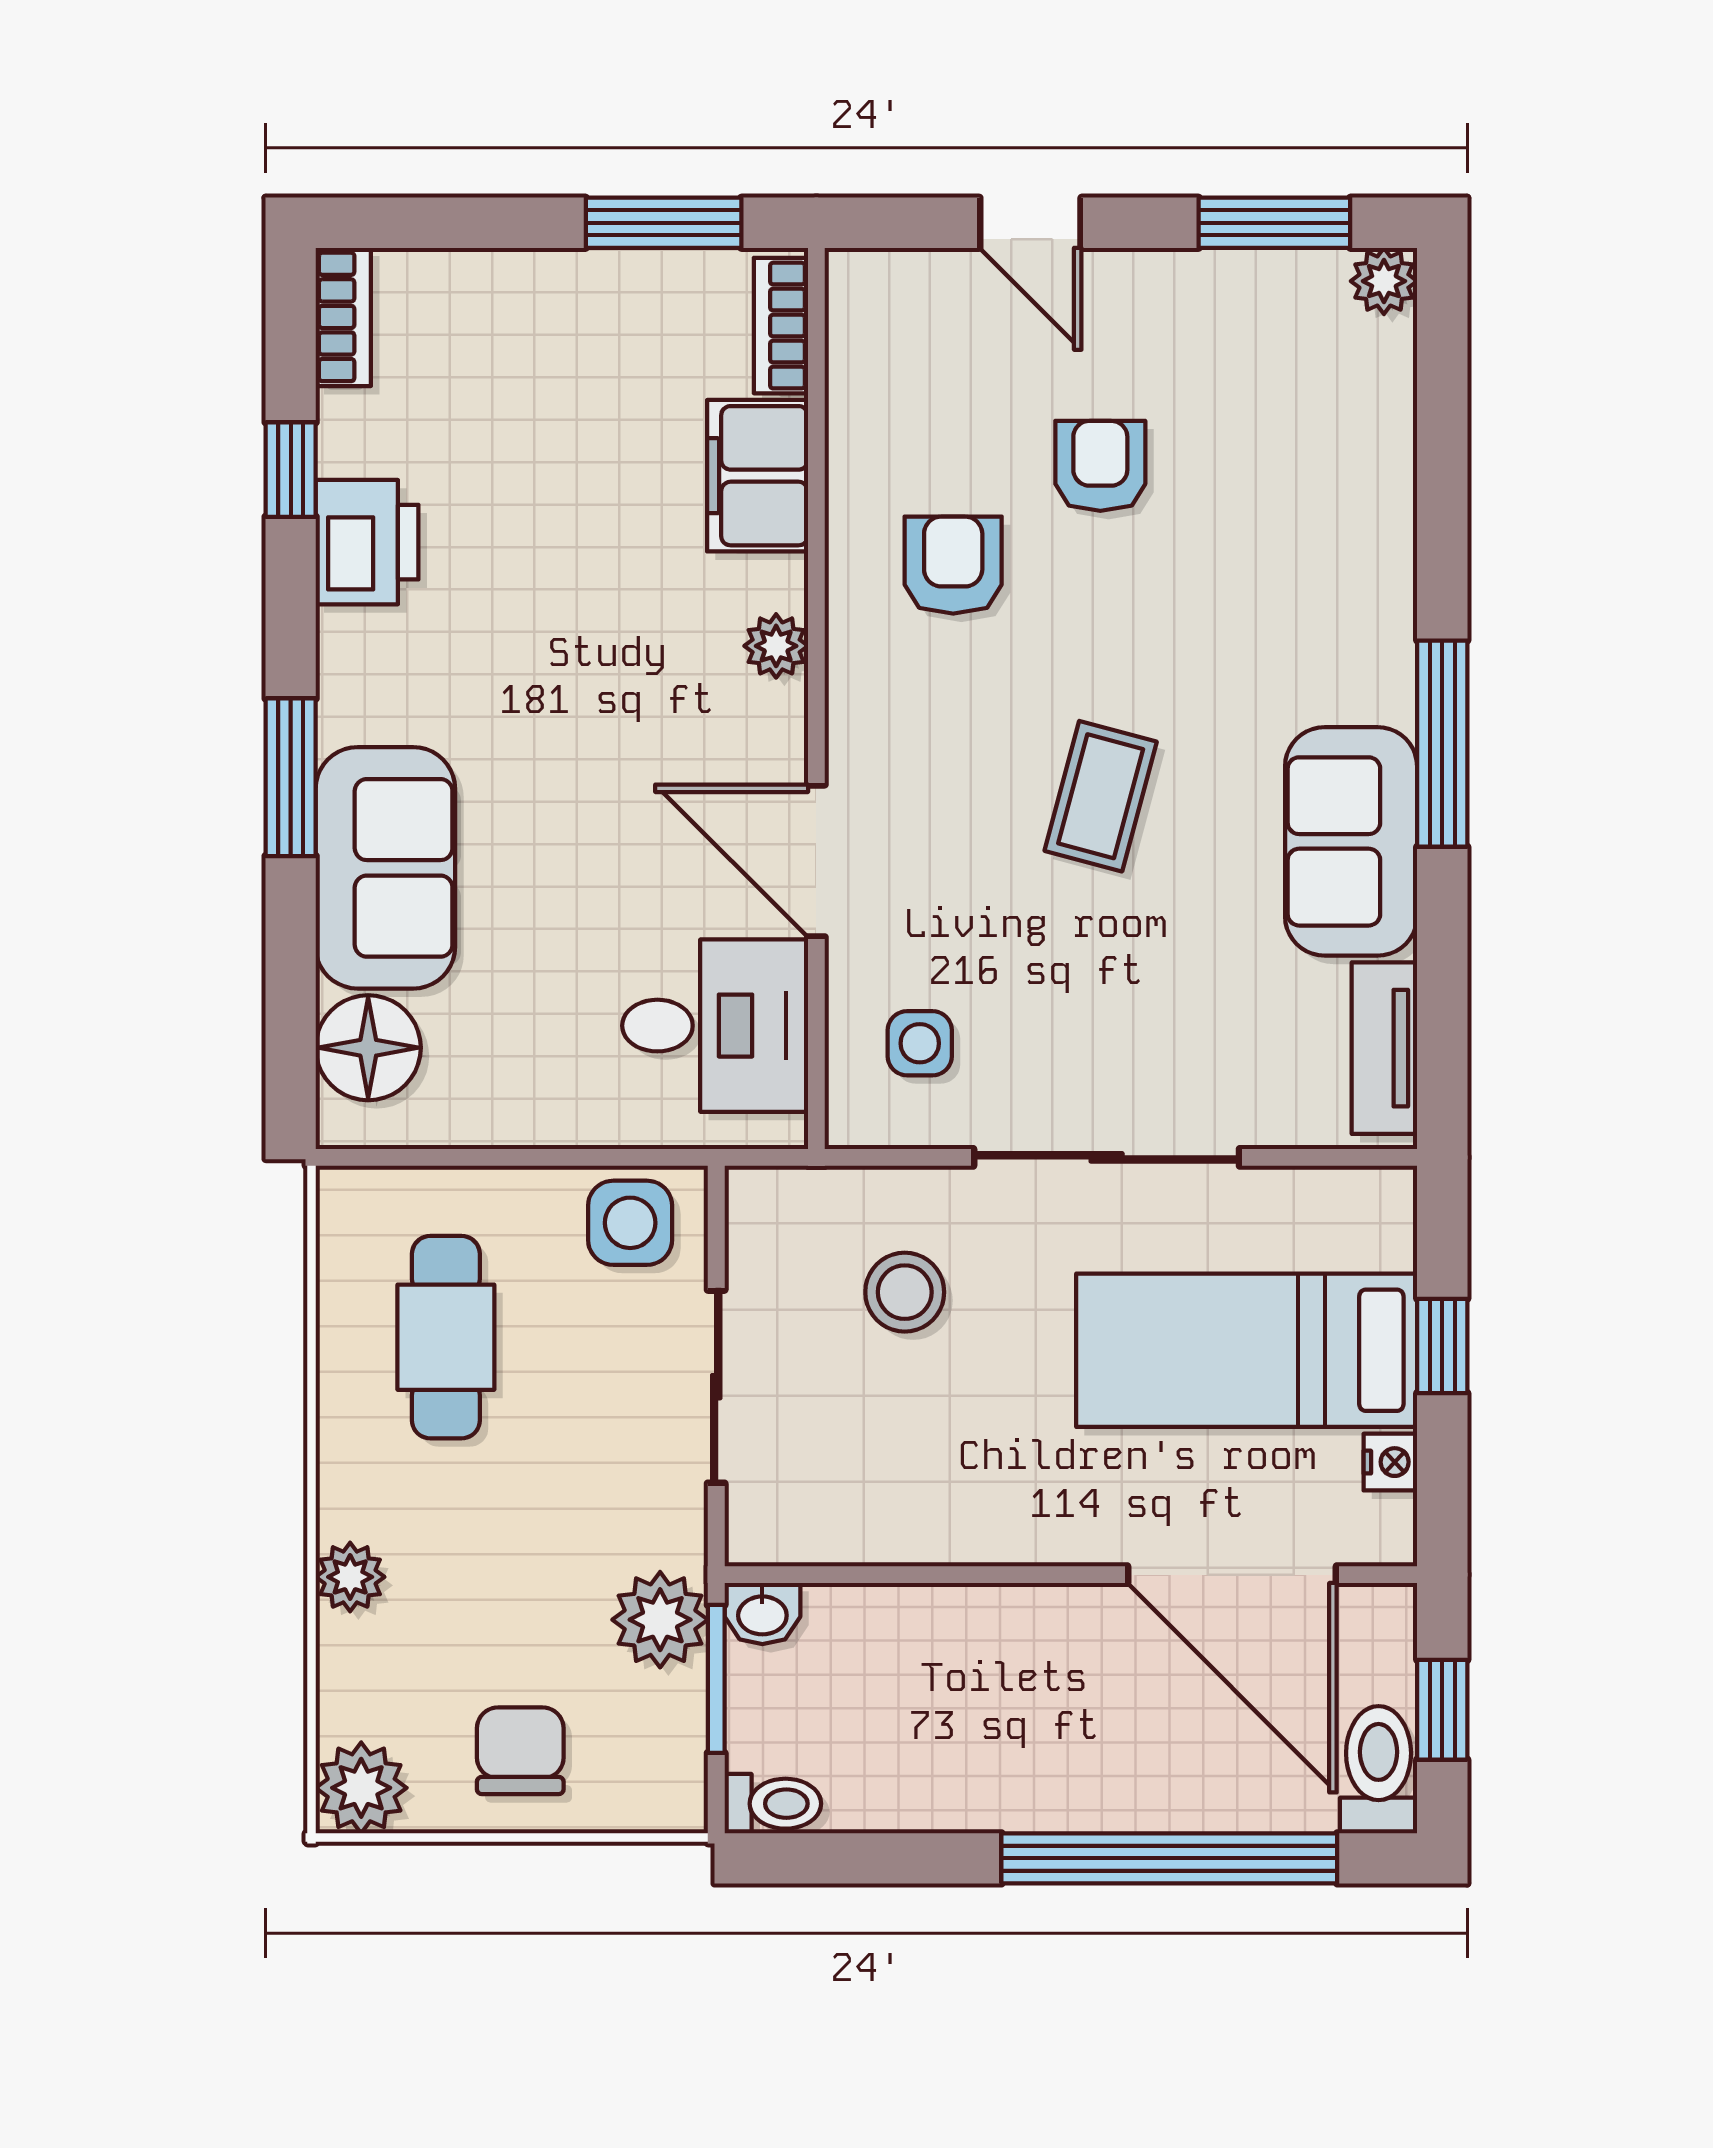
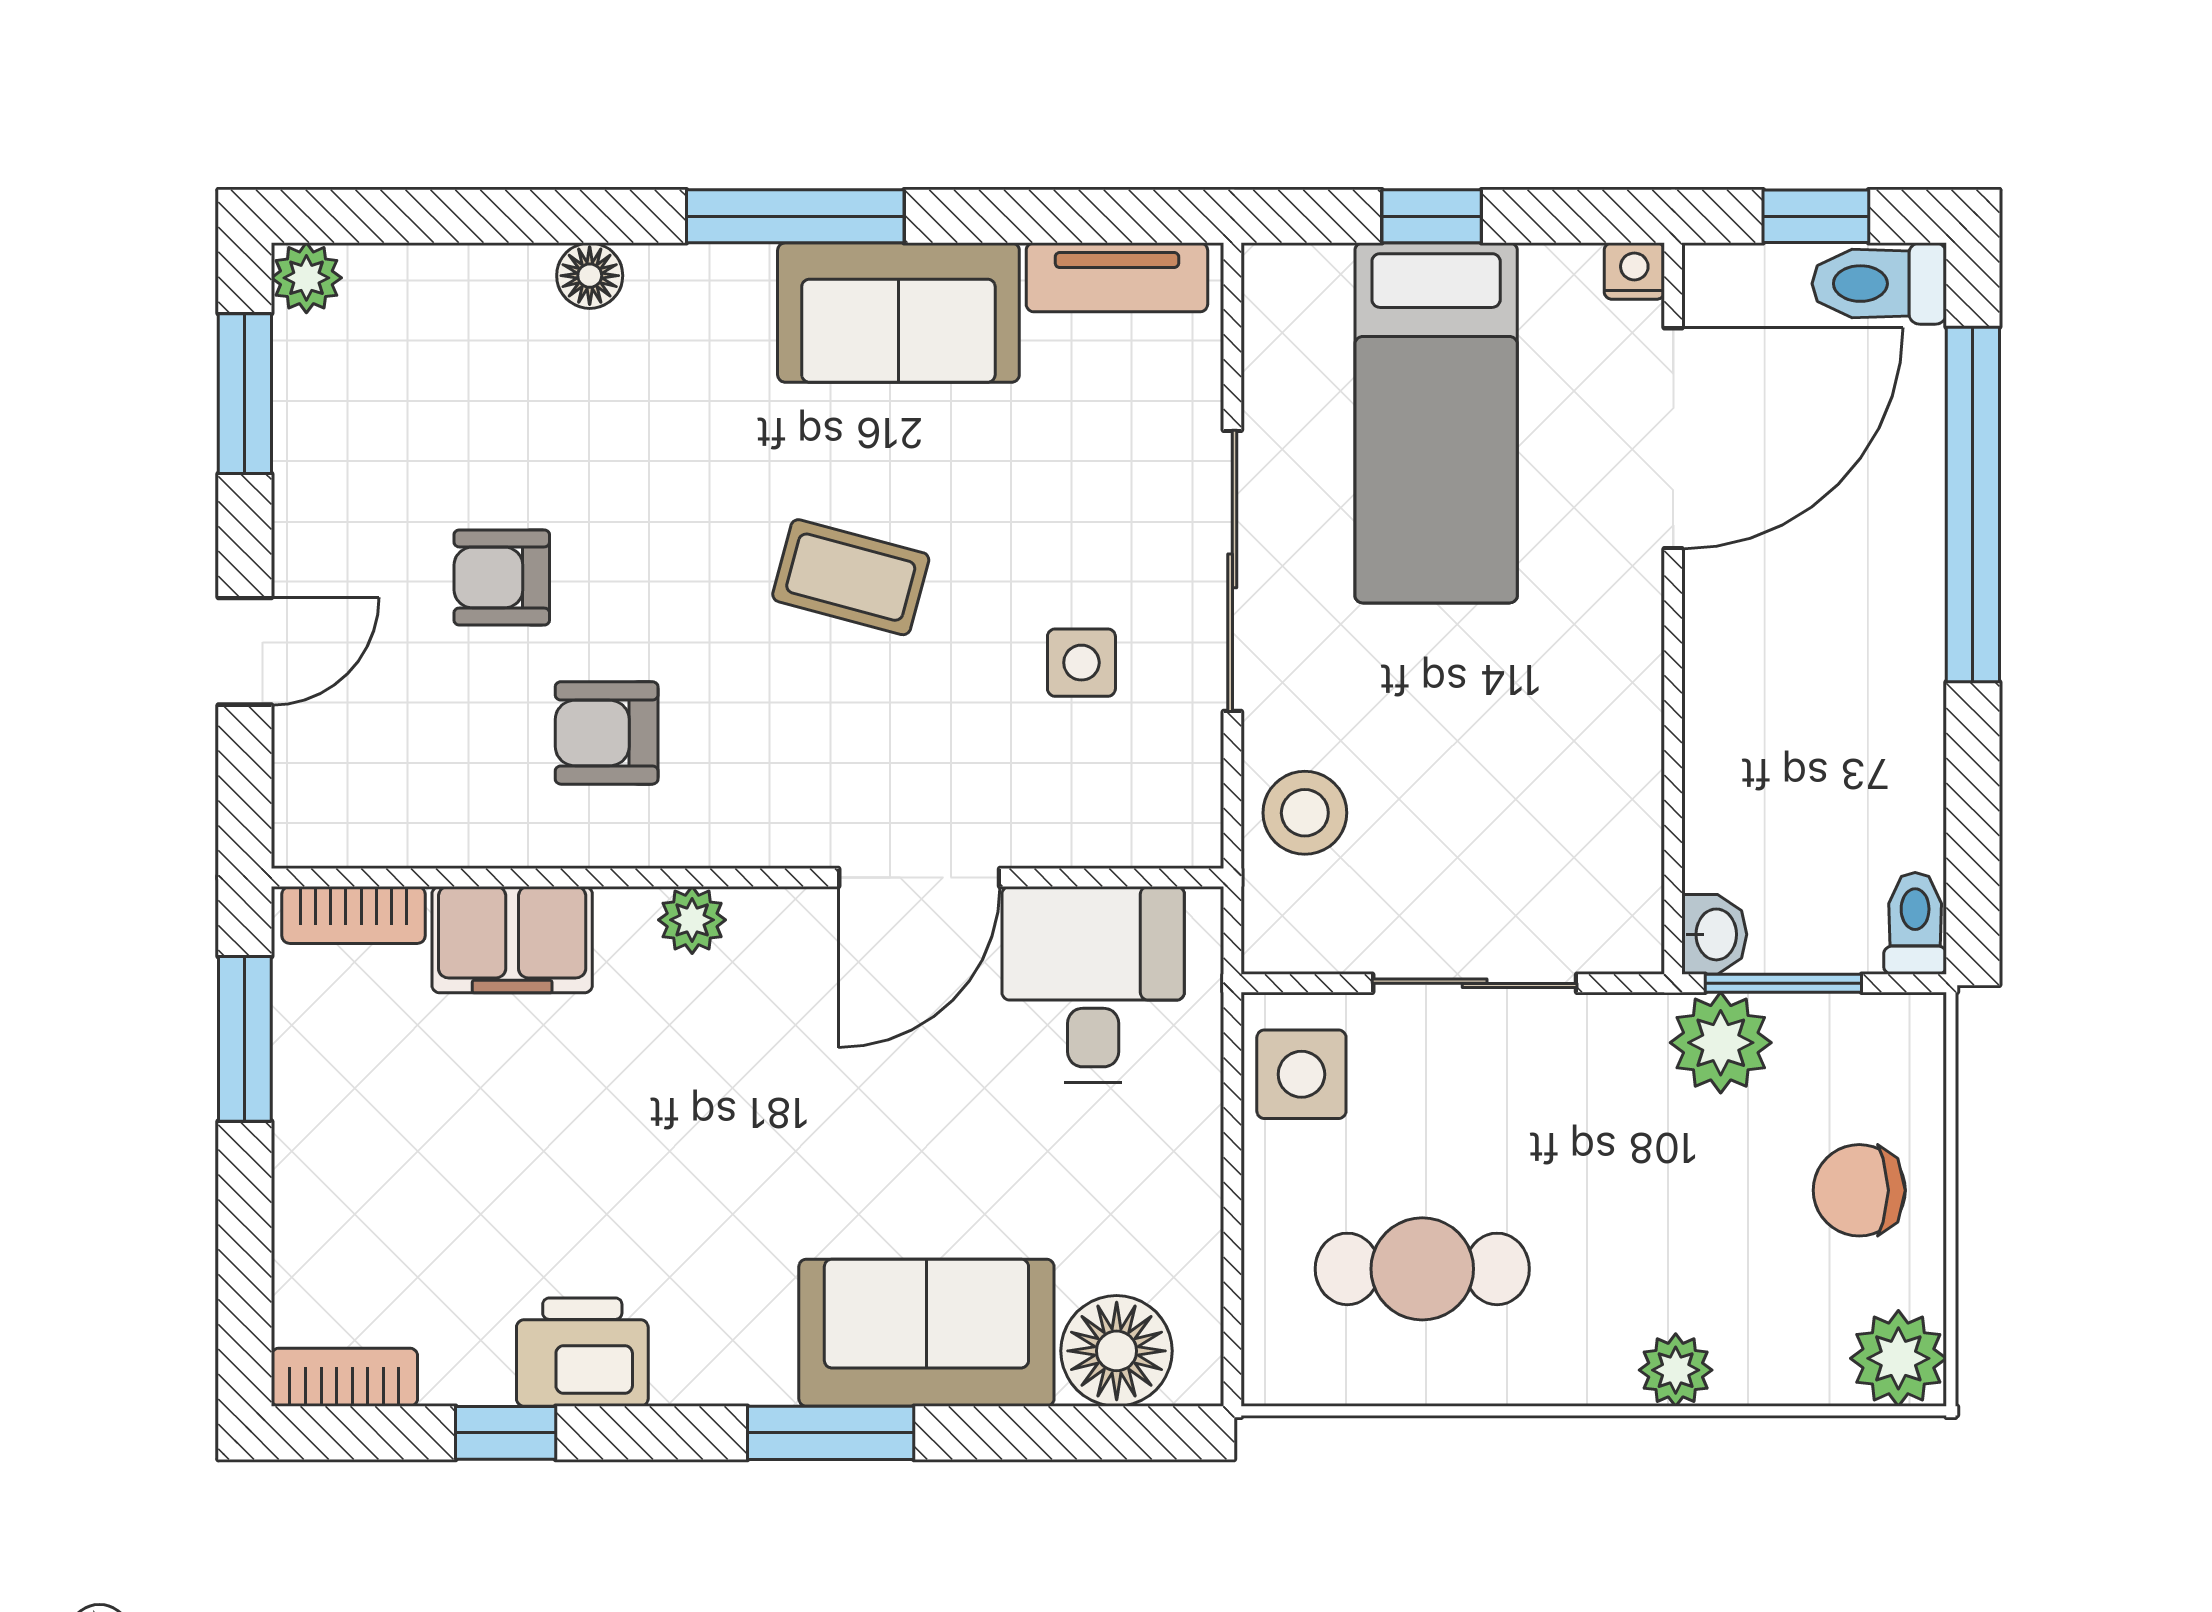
floor lamp: (1386, 549) -> (590, 276), added
side table: (920, 1043) -> (1081, 663), moved
stool: (905, 1292) -> (1305, 813), moved
nightstand: (1390, 1462) -> (1634, 271), moved

